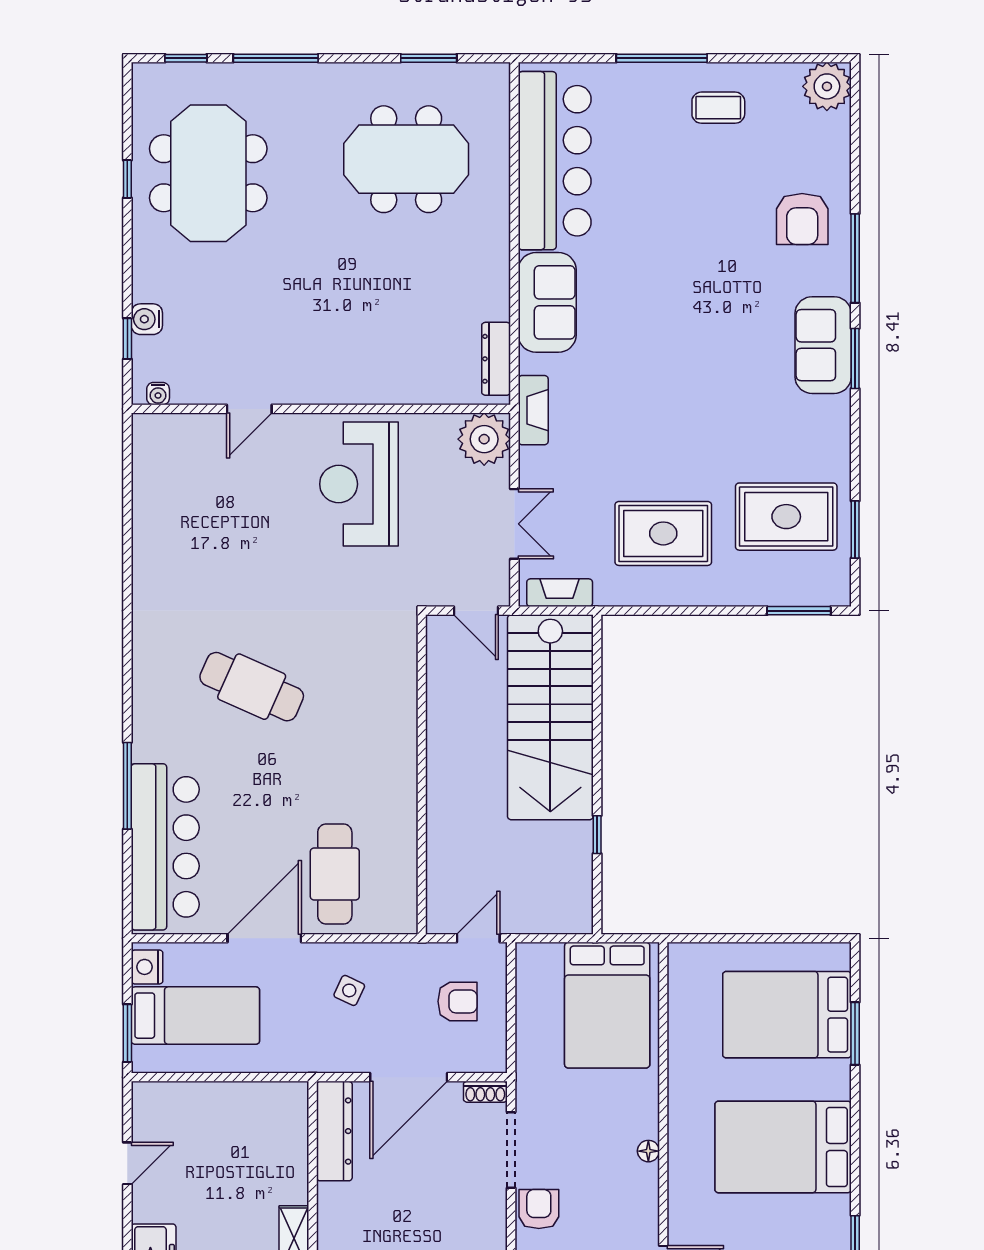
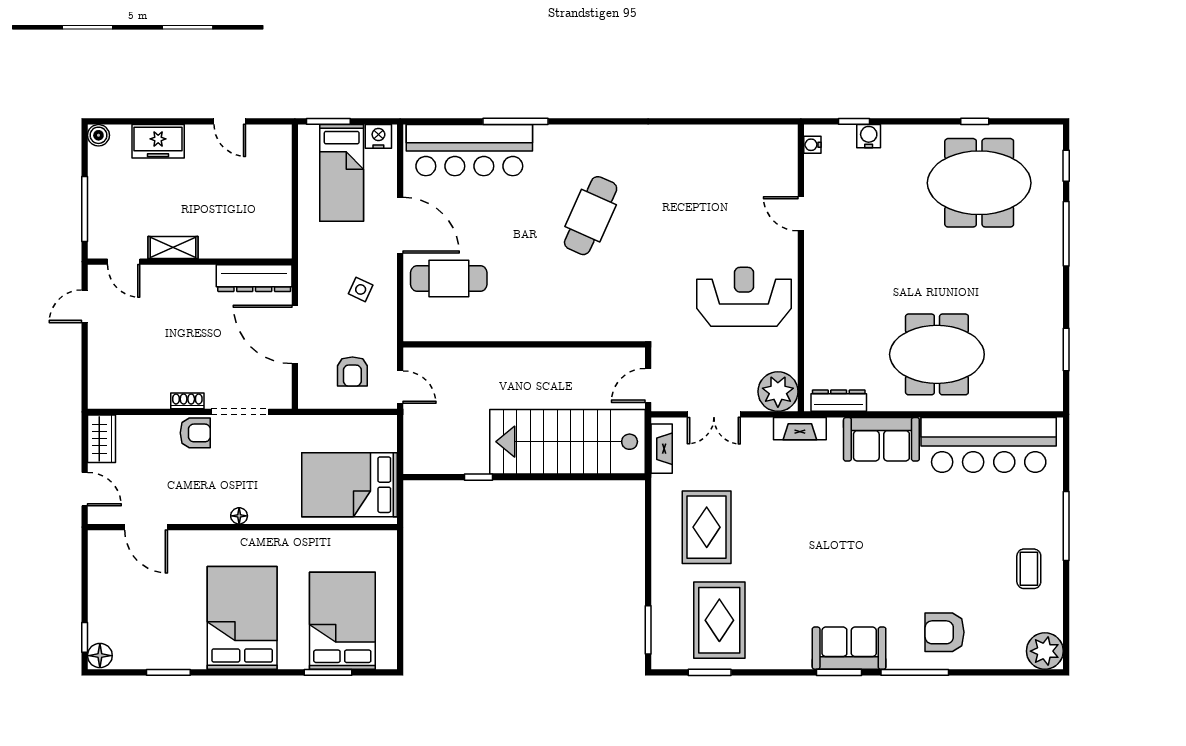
meeting table: (406, 159) -> (937, 354), moved, turned 90
shoe rack: (485, 1092) -> (187, 401), moved, turned 90

